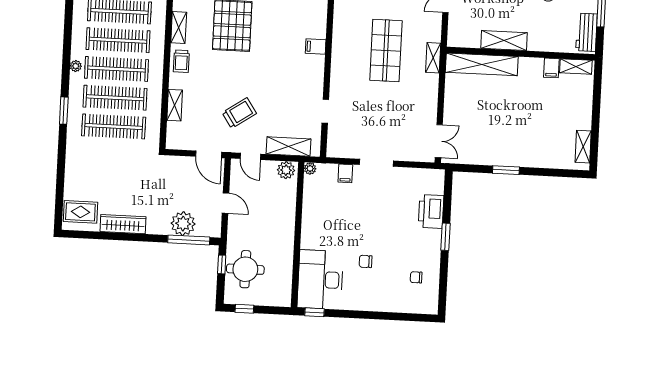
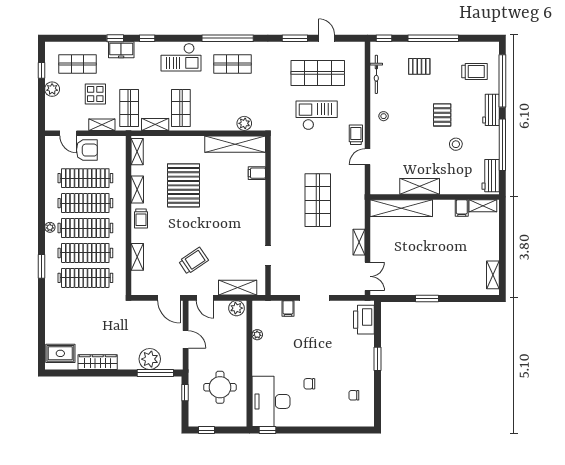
filing cabinet: (316, 47) -> (257, 173), moved
shelving: (433, 58) -> (359, 242), moved
plant: (310, 169) -> (257, 335), moved
printer: (431, 211) -> (364, 320), moved
round table: (245, 269) -> (220, 387), moved

